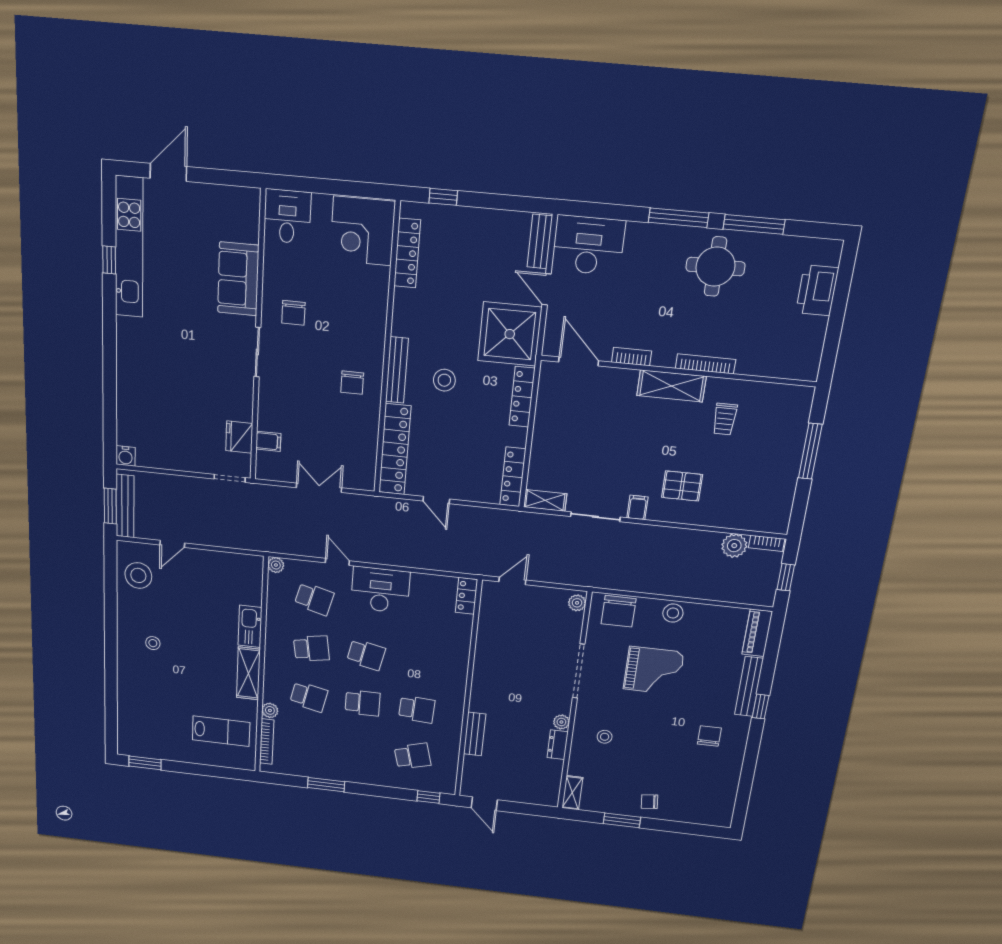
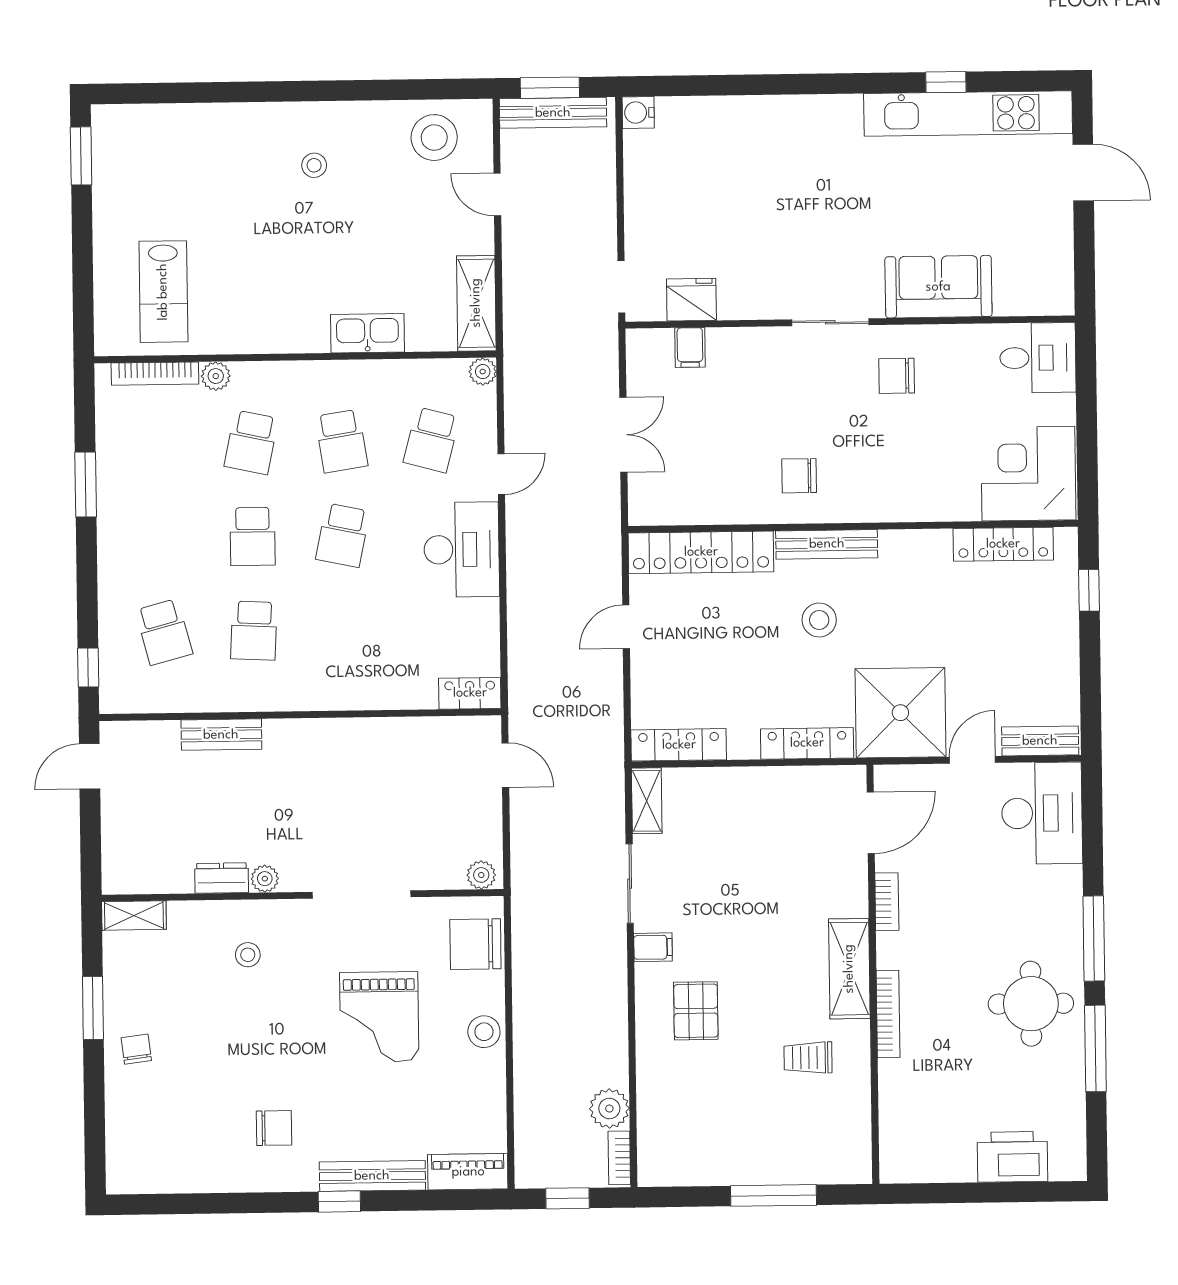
shelving: (248, 673) -> (476, 303), moved, turned 90

